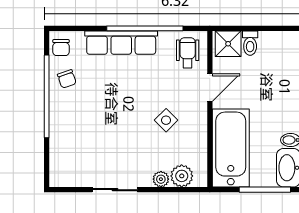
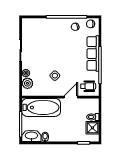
shower: (228, 44) -> (92, 128), moved
door: (210, 88) -> (71, 97), swing flipped

